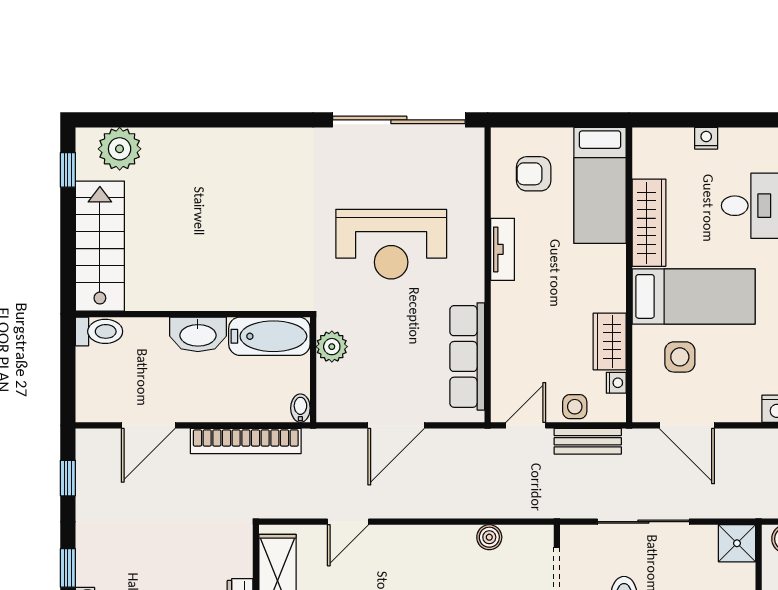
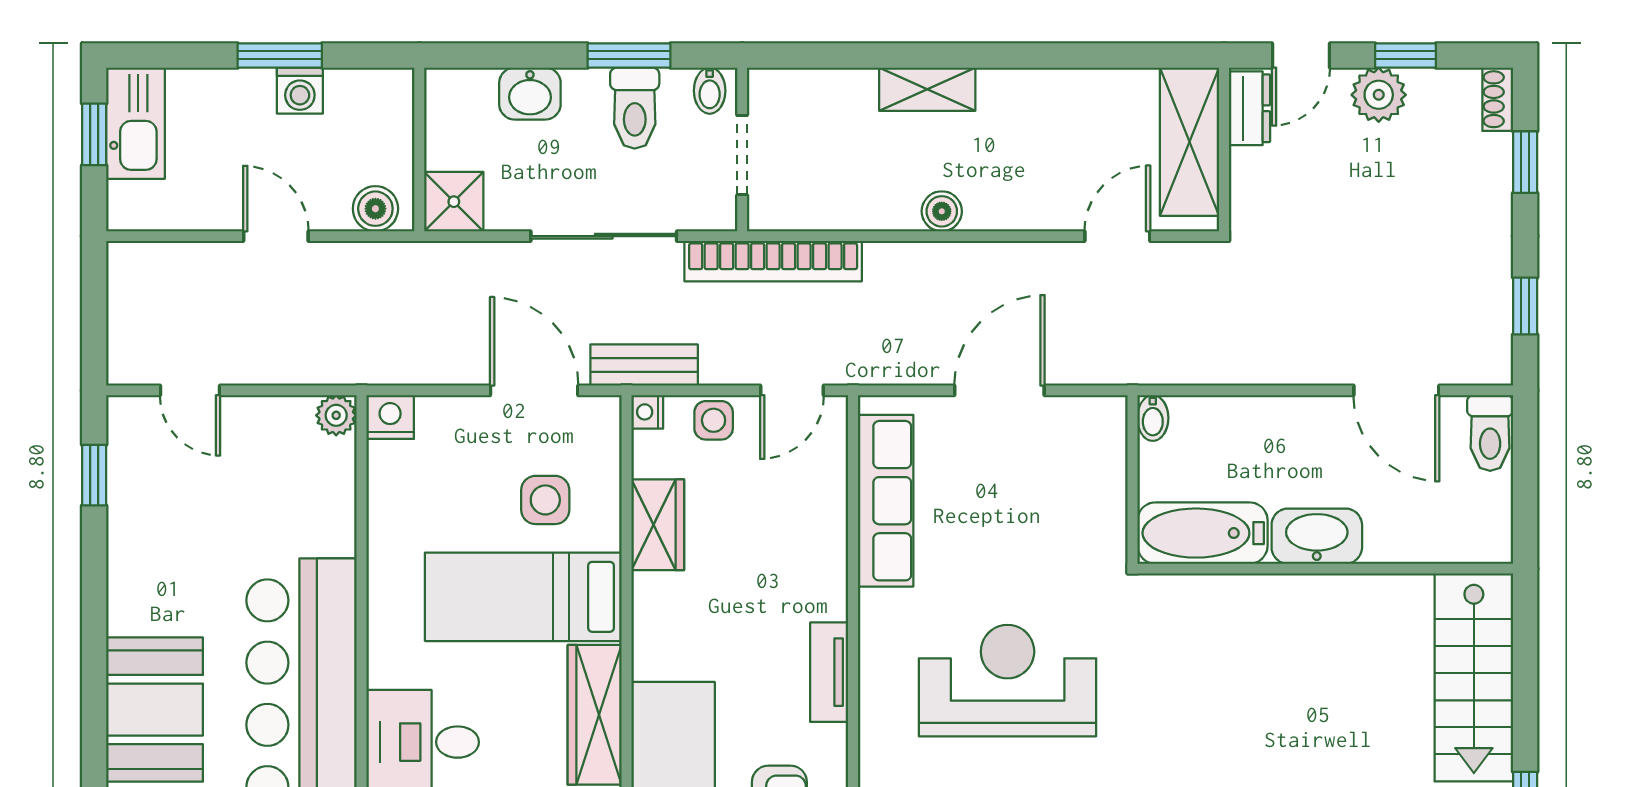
toilet: (99, 331) -> (1490, 433), moved, turned -90
plant: (332, 347) -> (1103, 516), removed
nightstand: (616, 383) -> (647, 412), moved
door: (148, 425) -> (1396, 390), swing flipped
bookcase: (246, 441) -> (773, 261), moved, turned 180
bench: (588, 441) -> (644, 365), moved
door: (348, 522) -> (1117, 236), moved
boiler: (489, 537) -> (942, 211), moved

